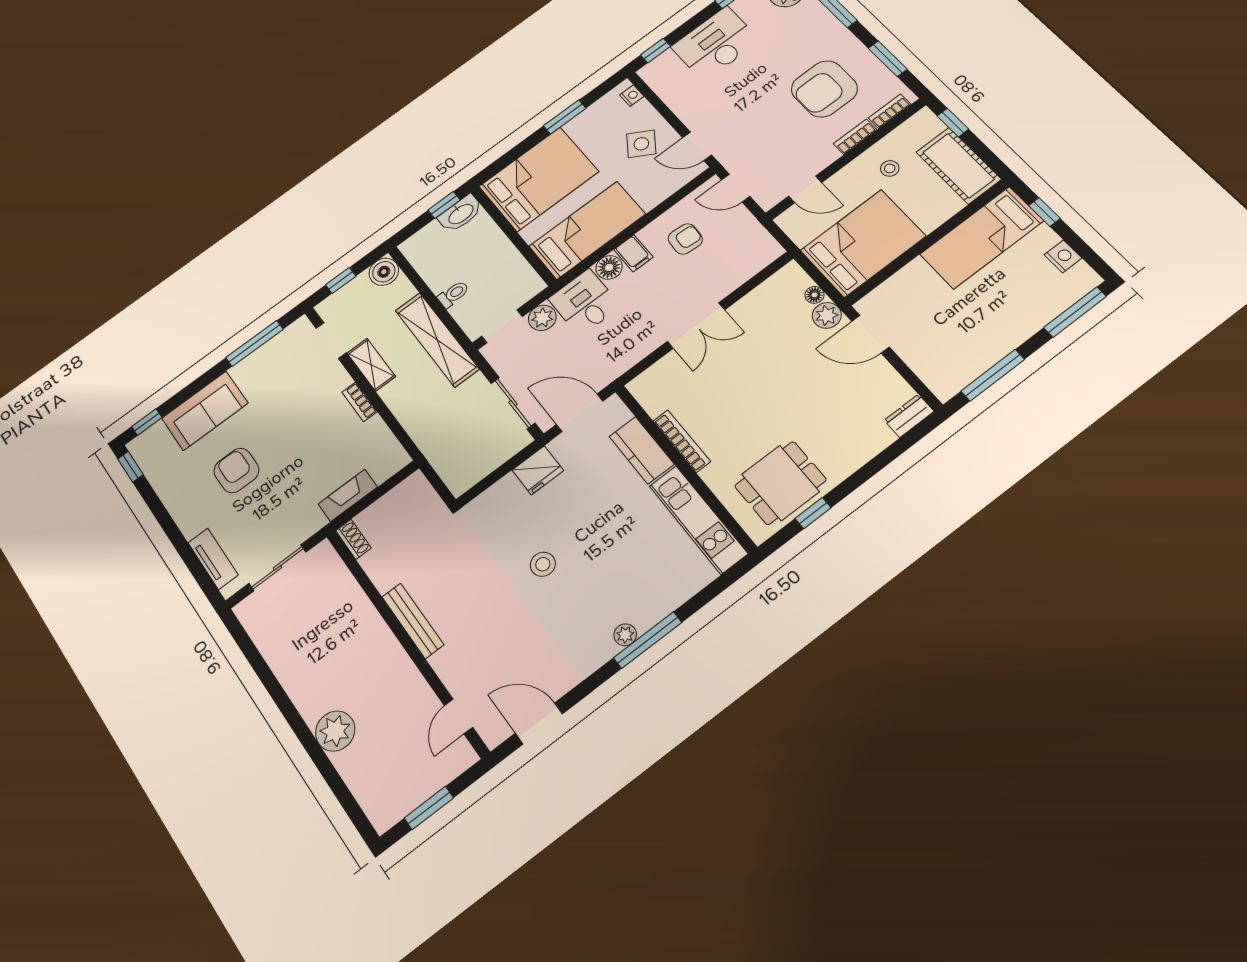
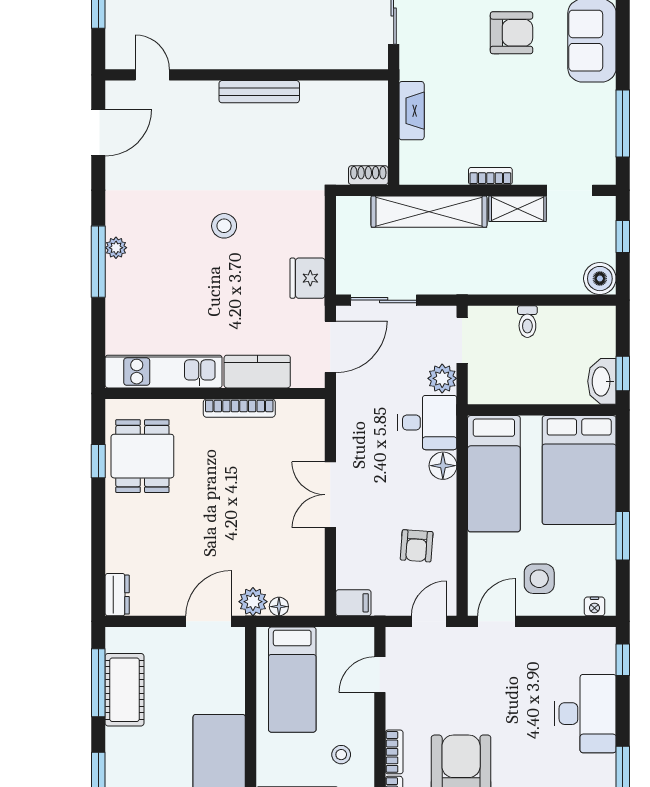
side table: (641, 144) -> (539, 579), turned -33
bed: (863, 243) -> (292, 680), width x0.67
filing cabinet: (633, 253) -> (353, 603), moved, turned 180
shelving: (437, 340) -> (429, 212), moved
cot: (980, 352) -> (125, 690), added
shoe rack: (353, 539) -> (368, 175), moved, turned 180

